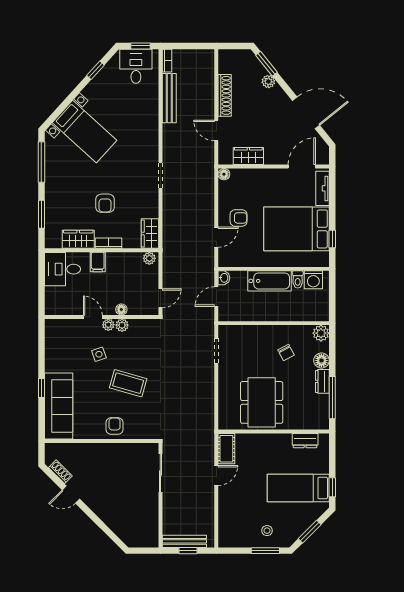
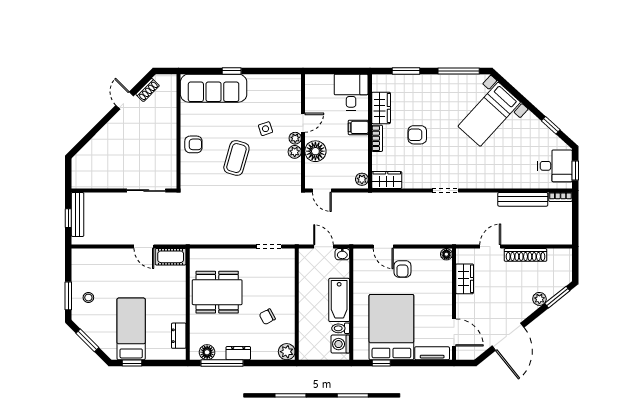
floor lamp: (121, 309) -> (315, 151), width x1.89, depth x1.89
floor lamp: (321, 361) -> (207, 352), moved

